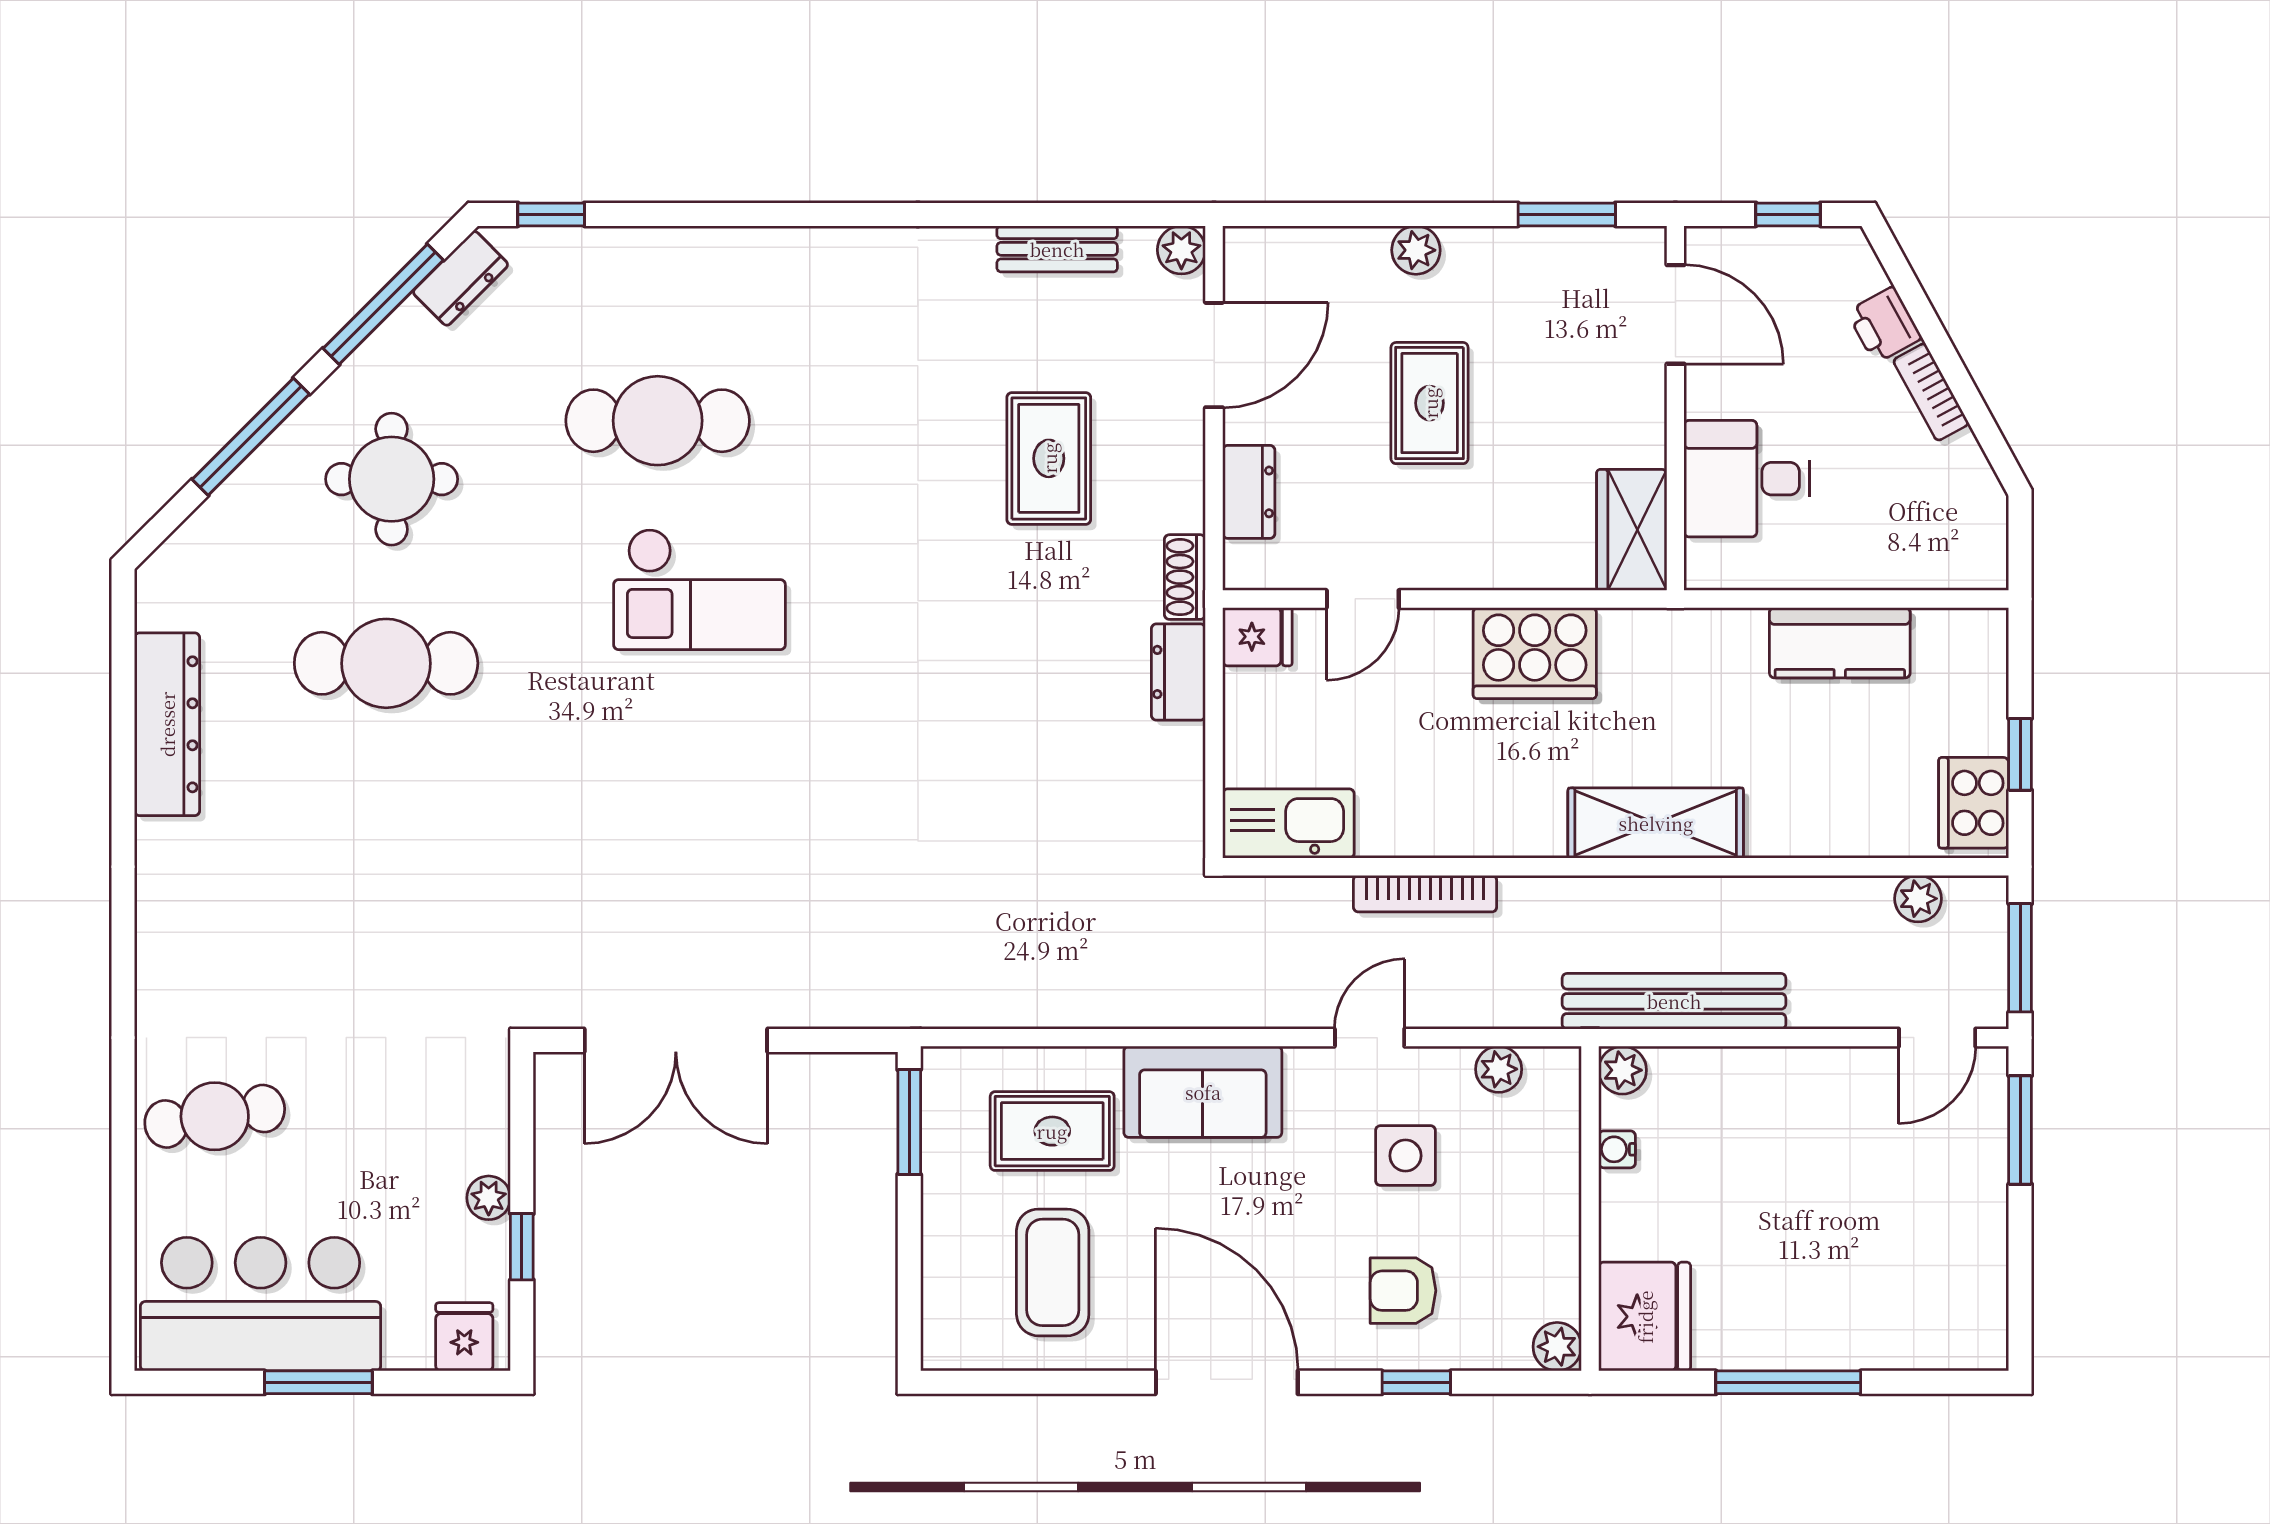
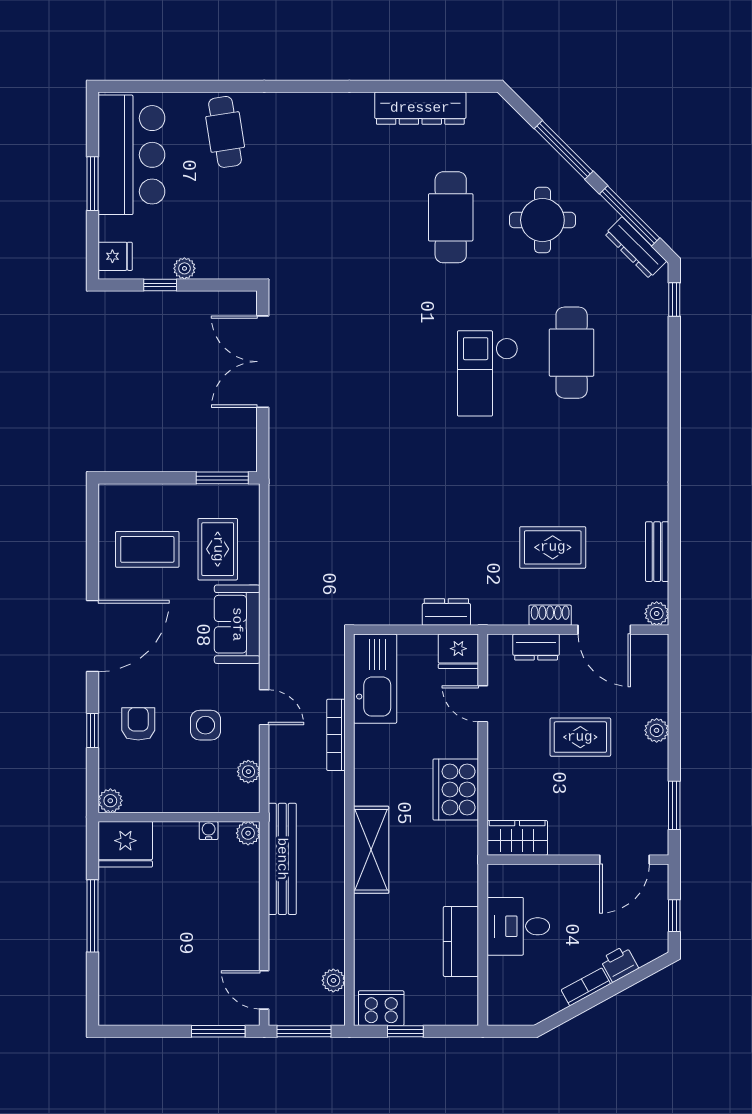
dresser: (461, 278) -> (636, 248), width x1.44
desk: (1747, 479) -> (518, 926), moved, turned -90
shoe rack: (1185, 577) -> (550, 615), moved
fridge: (1257, 637) -> (458, 651), width x1.38
kitchen sink: (1288, 824) -> (375, 679), width x1.36, depth x1.24

